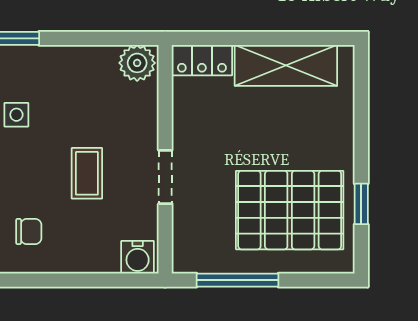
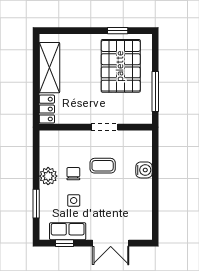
plant: (137, 63) -> (48, 176), moved
chair: (29, 232) -> (73, 174), moved
water cooler: (138, 257) -> (144, 170), moved

